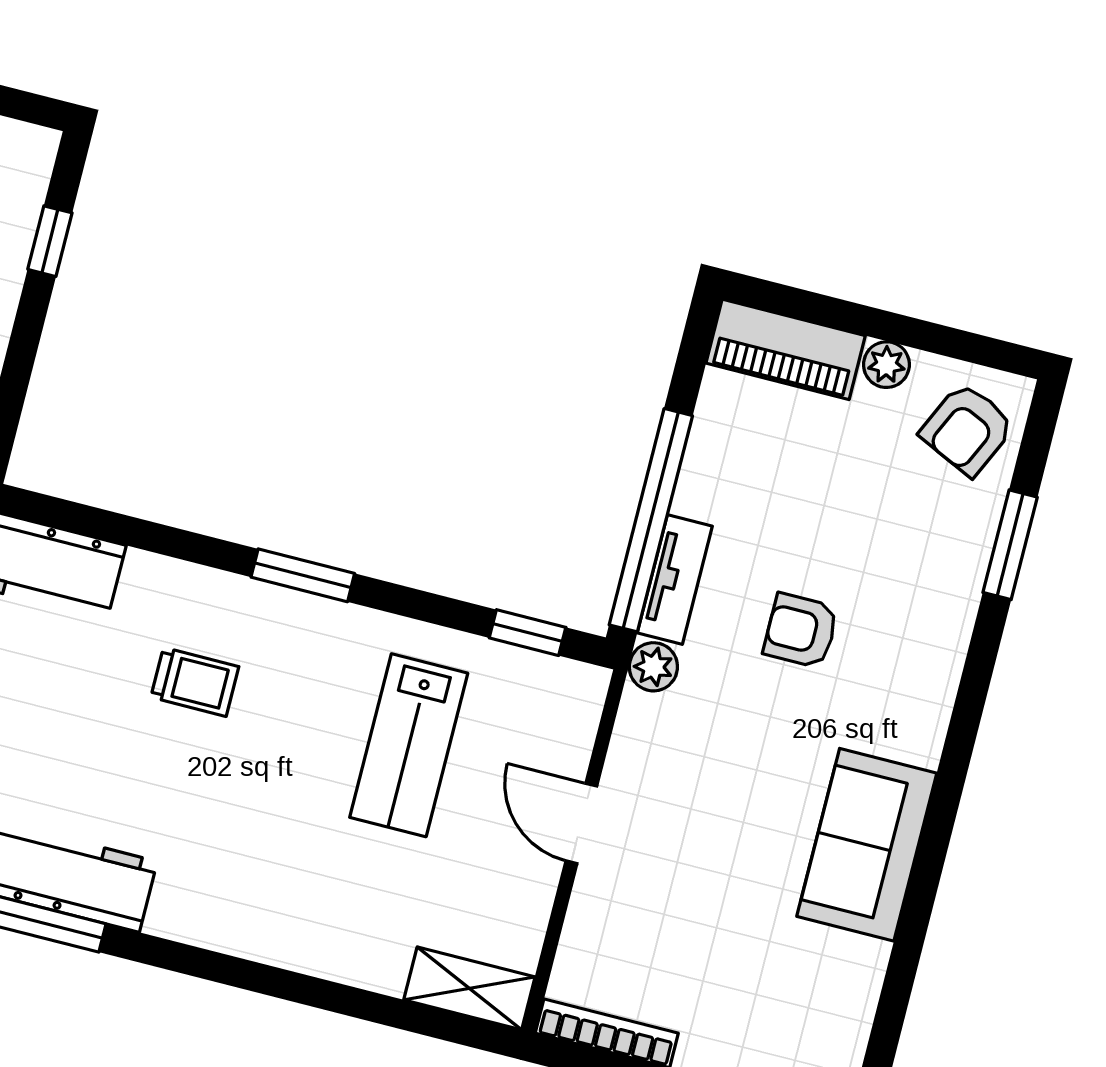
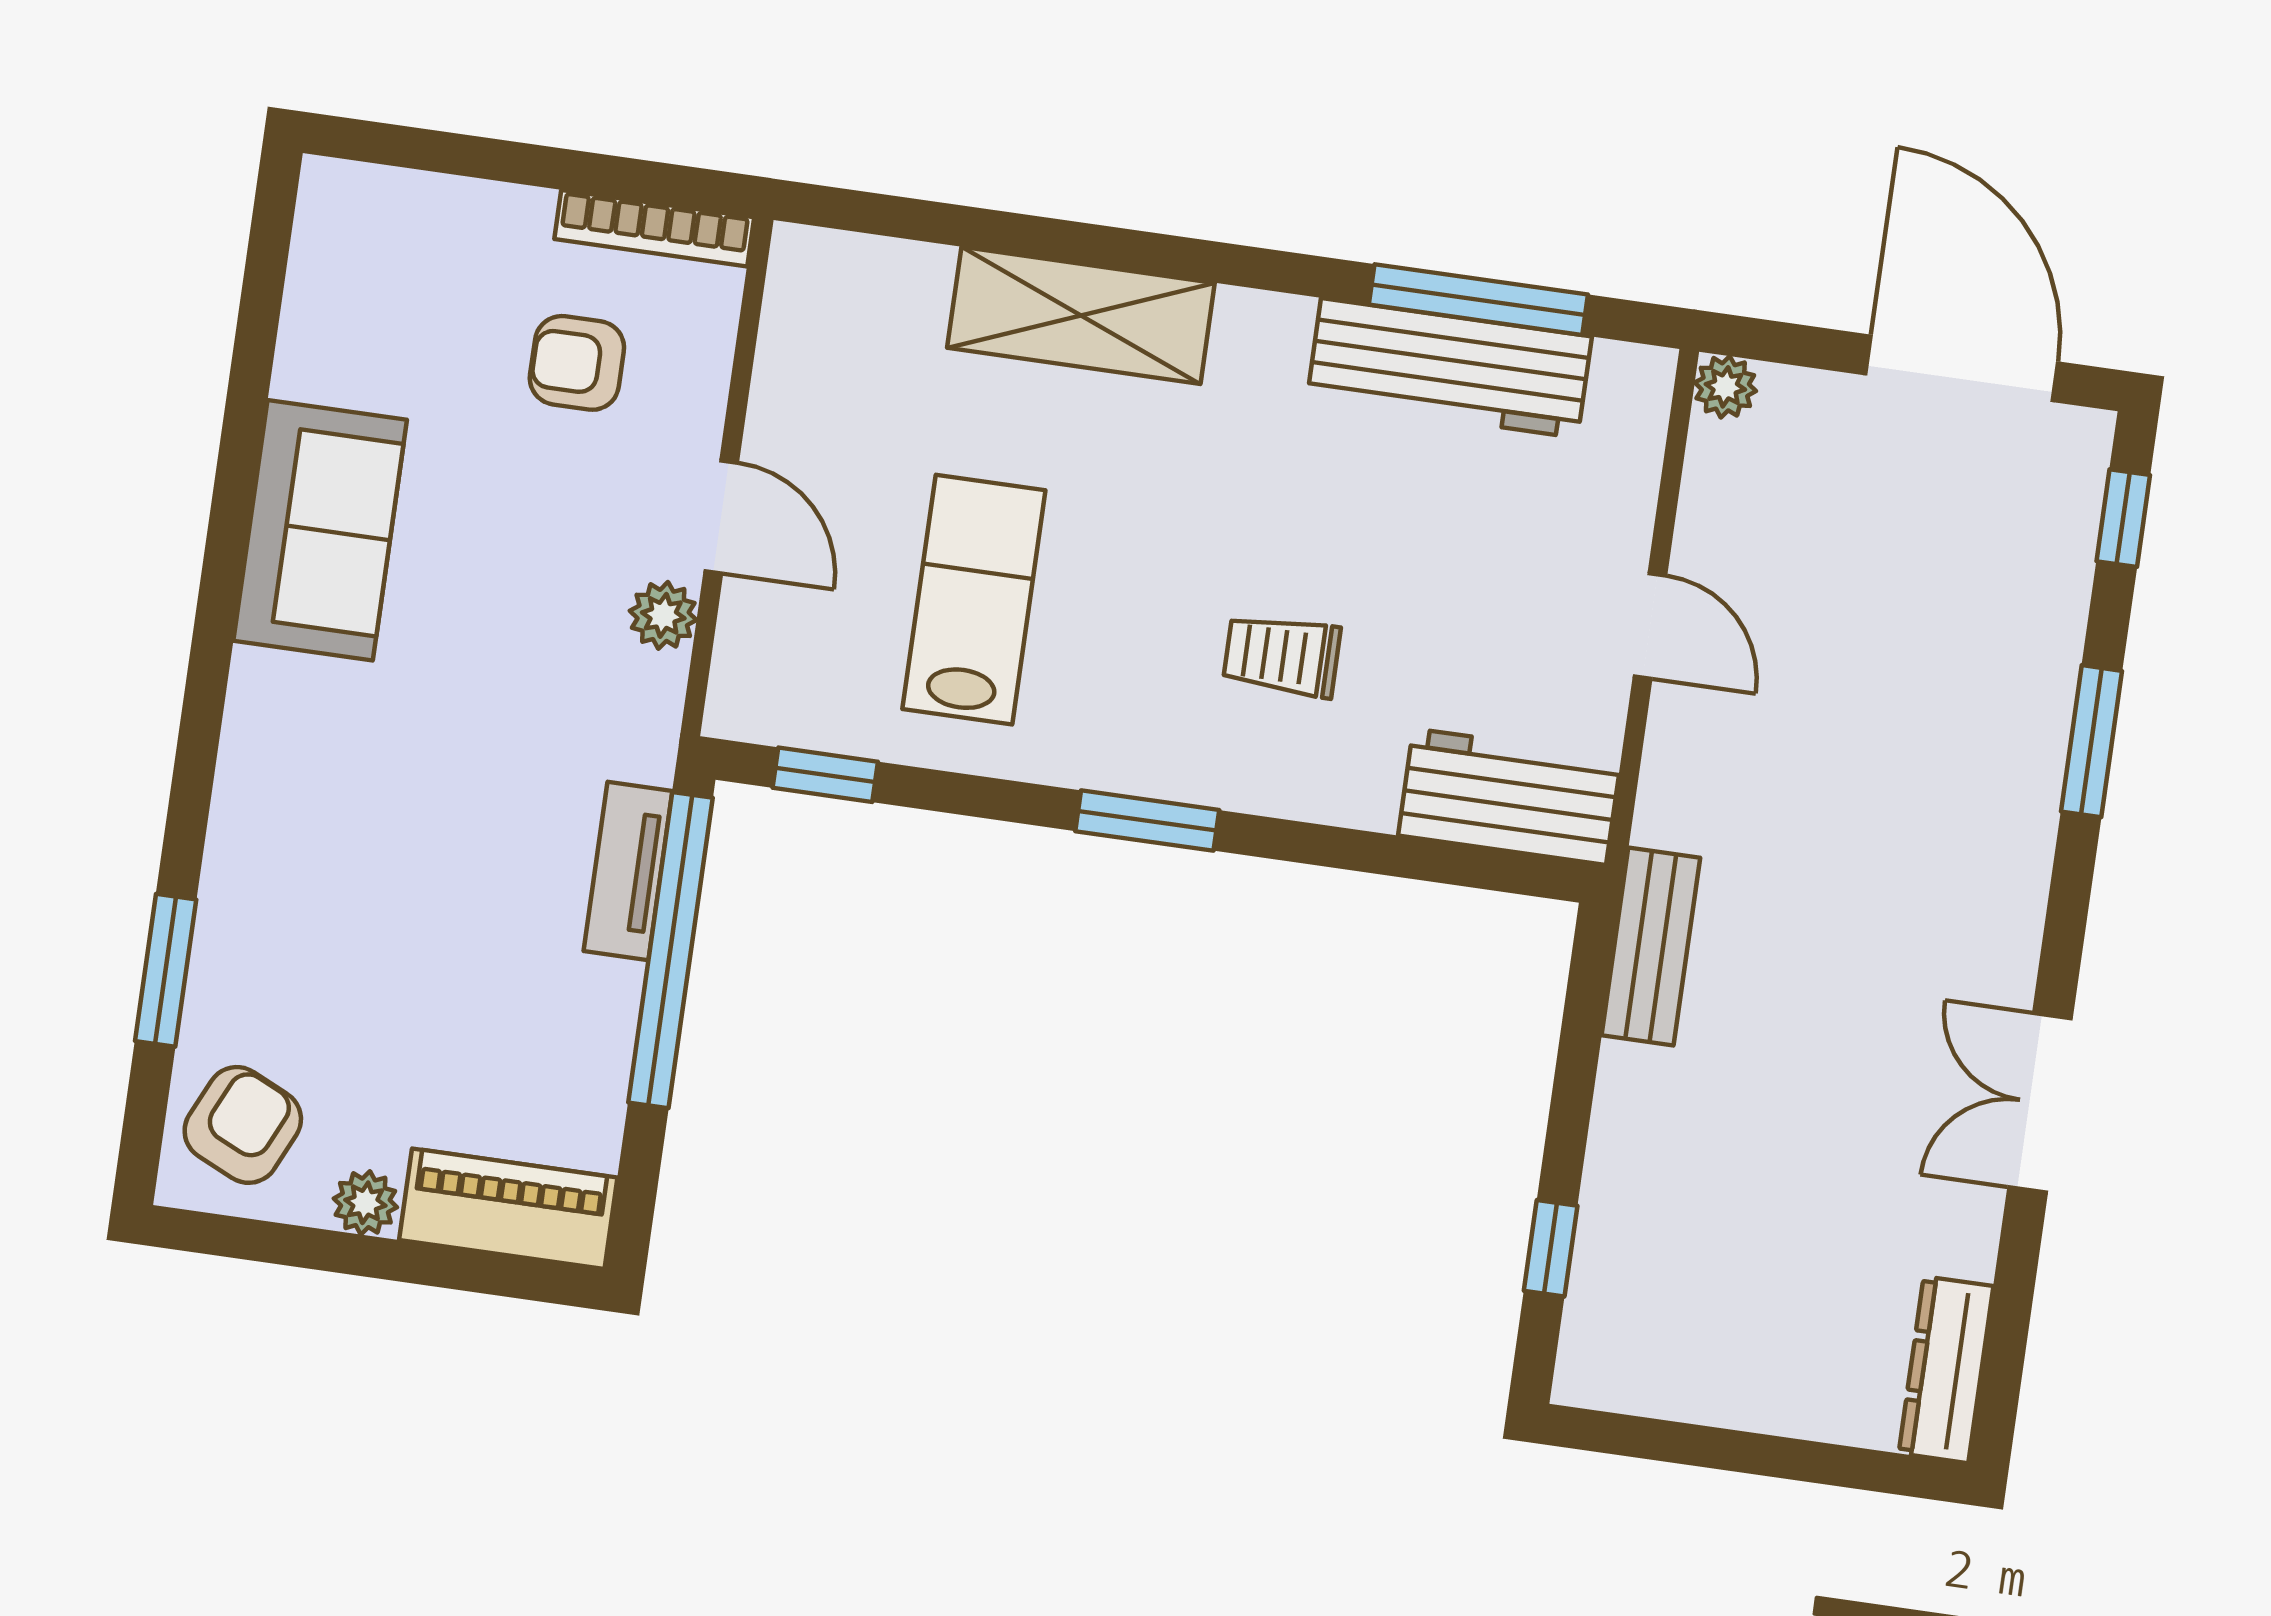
armchair: (801, 631) -> (577, 363), moved, turned 180
plant: (653, 667) -> (663, 615), moved
shelving: (469, 988) -> (1081, 315), moved, width x1.50, depth x1.33

